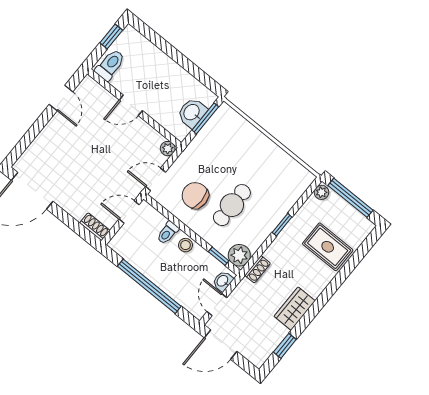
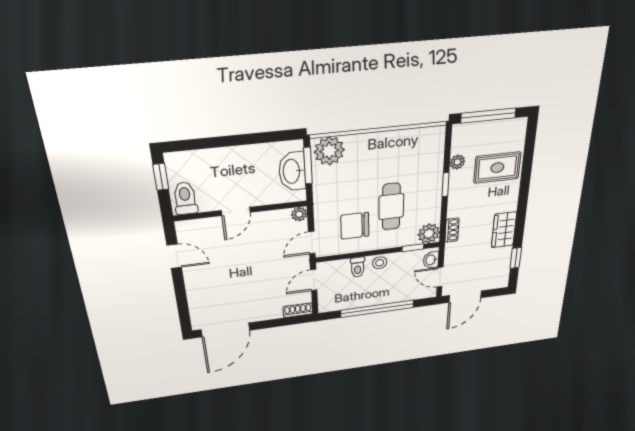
washbasin: (192, 113) -> (292, 171), width x1.38
plant: (228, 121) -> (329, 151), added
plant: (321, 192) -> (457, 162), moved

